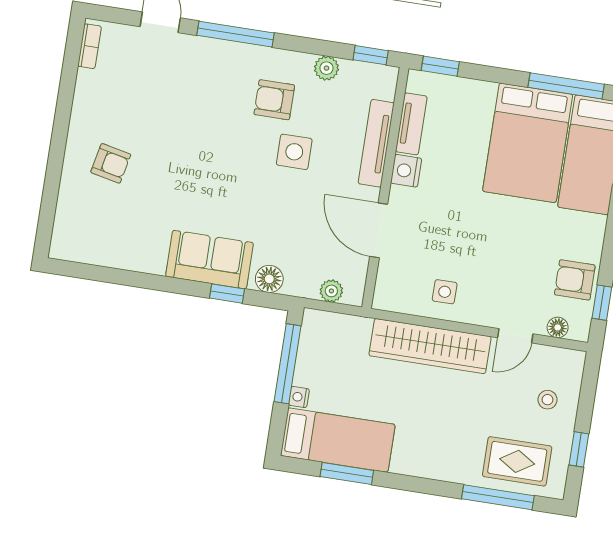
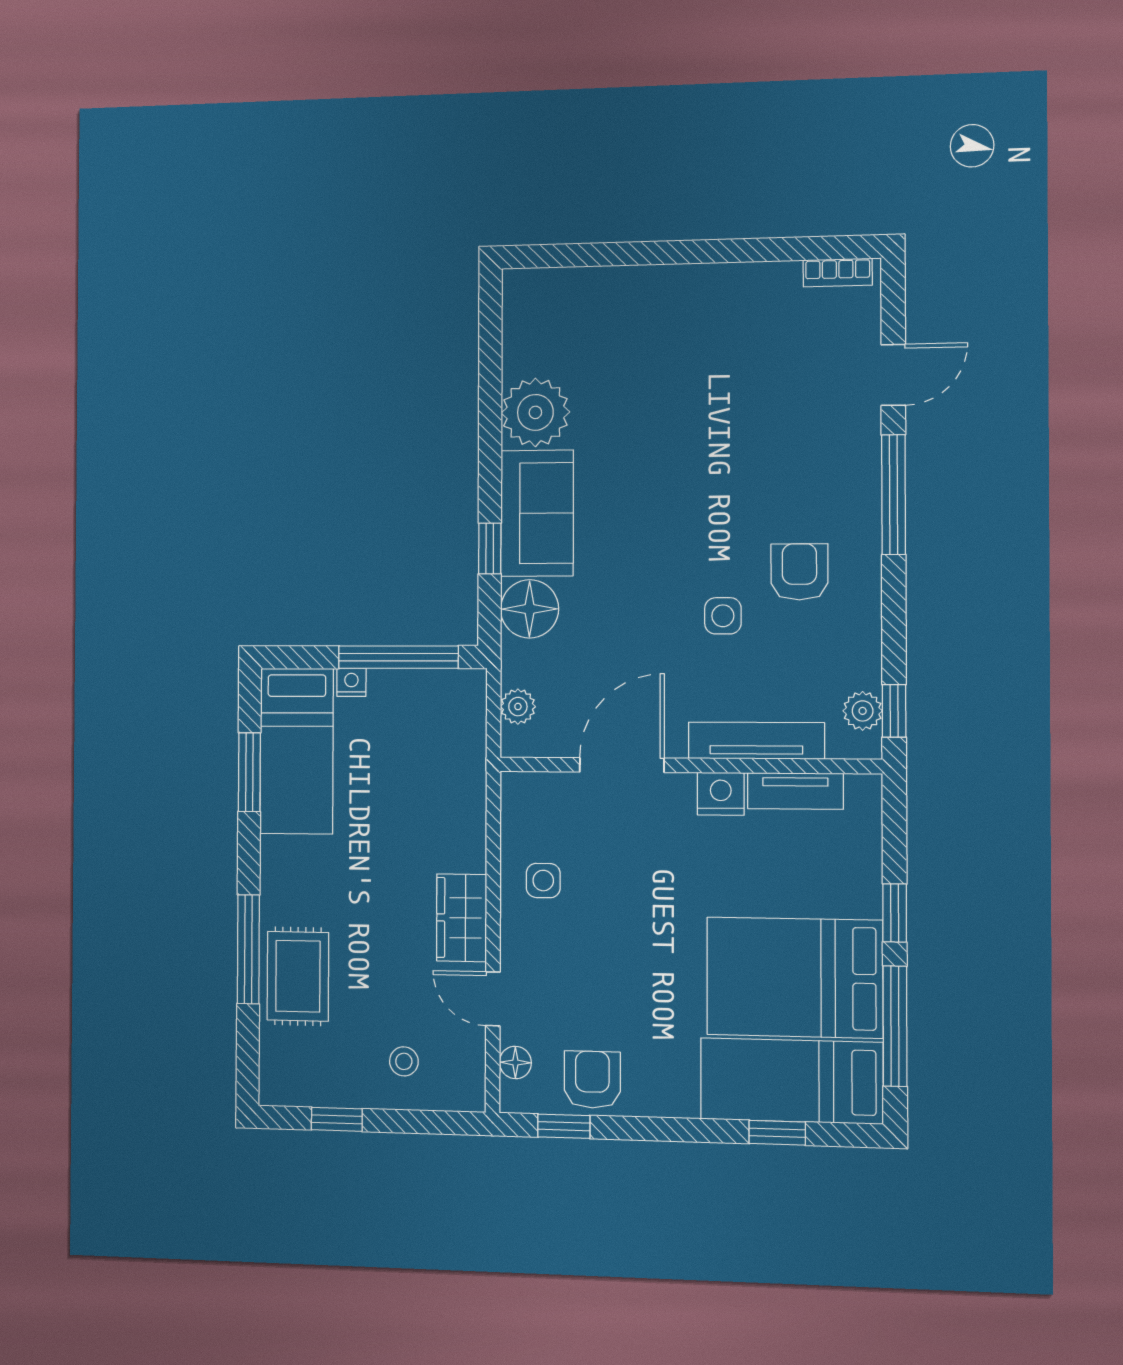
window: (440, 66) -> (895, 913), moved
plant: (326, 68) -> (863, 711), moved
side table: (294, 152) -> (723, 616), width x0.73, depth x0.73
armchair: (111, 163) -> (661, 338), removed
plant: (145, 251) -> (535, 412), added
floor lamp: (269, 279) -> (530, 609), width x1.38, depth x1.38
wardrobe: (430, 346) -> (462, 918), width x0.48, depth x0.85
rug: (517, 461) -> (298, 976), moved
window: (498, 497) -> (248, 949), moved

